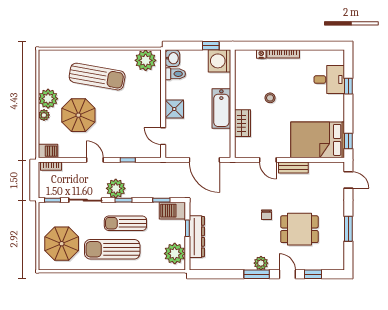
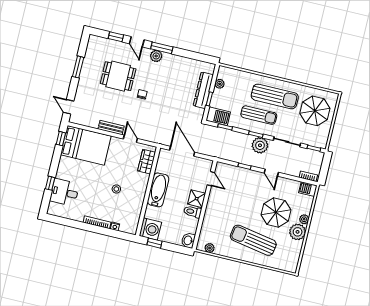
plant: (146, 60) -> (210, 248), width x0.53, depth x0.53
toilet: (175, 74) -> (193, 212), moved
wardrobe: (243, 123) -> (147, 162), moved
plant: (175, 254) -> (220, 84), width x0.53, depth x0.53

